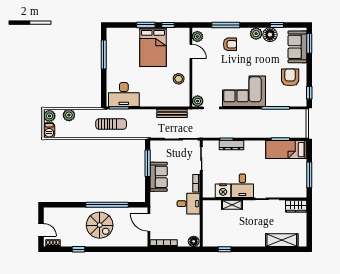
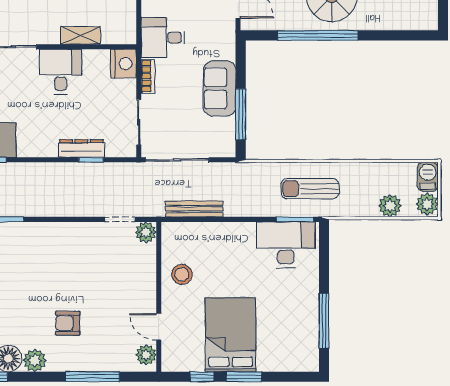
armchair: (230, 44) -> (68, 323), moved
corner sofa: (244, 91) -> (58, 251), removed
nightstand: (223, 191) -> (124, 63), moved, turned 90

